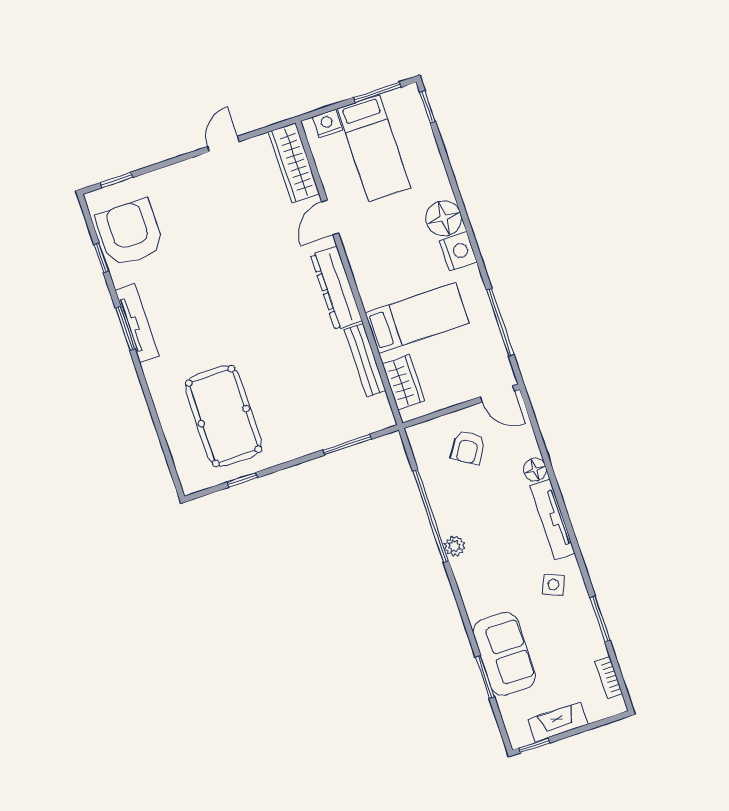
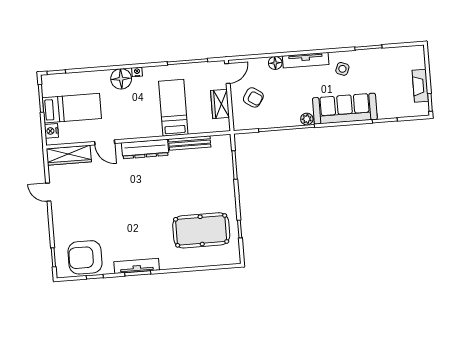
nightstand: (458, 251) -> (137, 72), width x0.53, depth x0.56
wardrobe: (403, 382) -> (220, 104), moved, turned -90
sofa: (504, 654) -> (345, 109), moved, width x1.36
bookcase: (609, 678) -> (402, 51), removed

